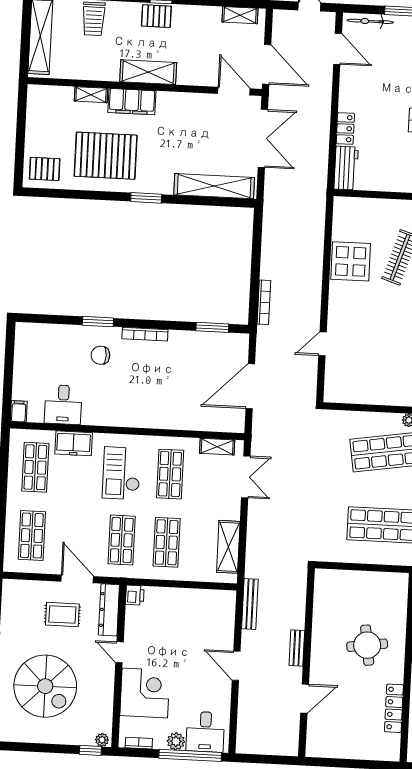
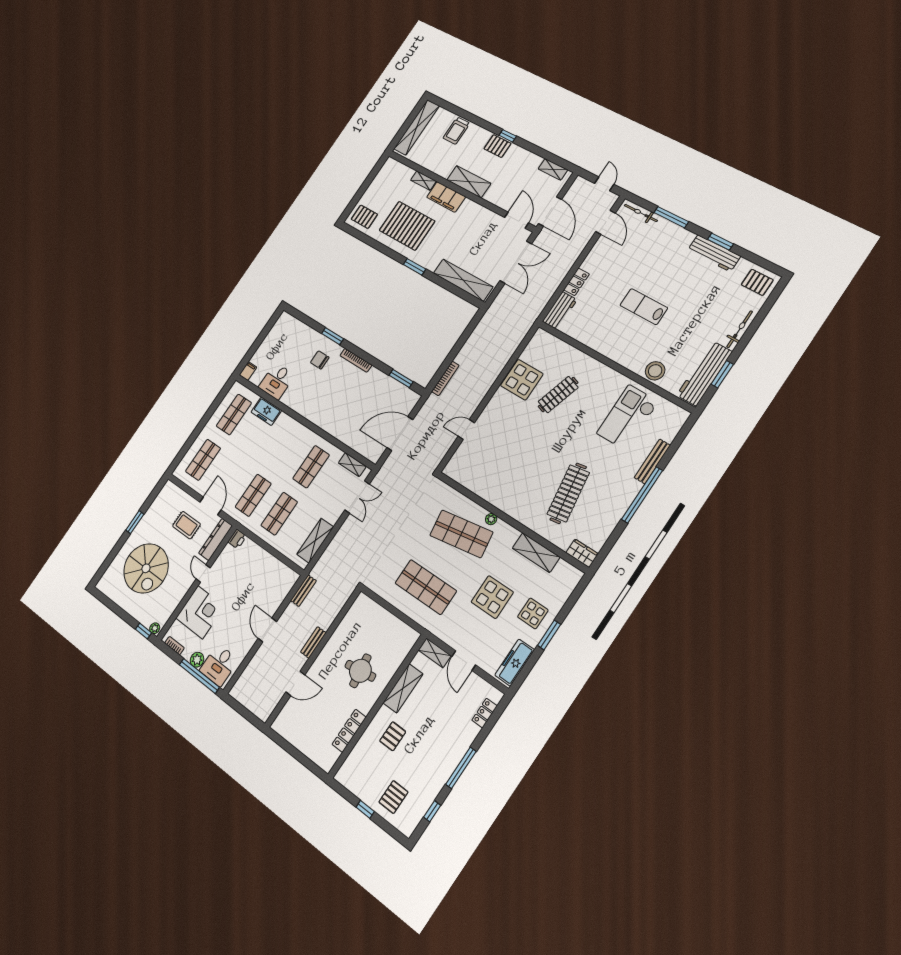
checkout: (121, 473) -> (282, 449), removed
bench: (250, 604) -> (303, 591), width x0.73

